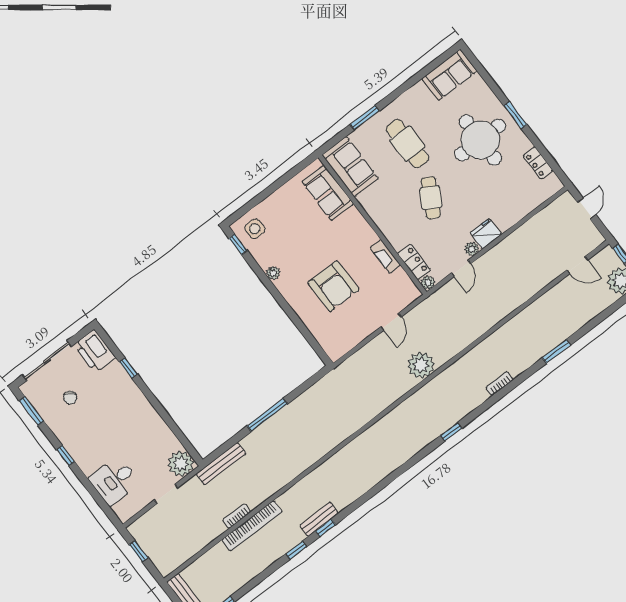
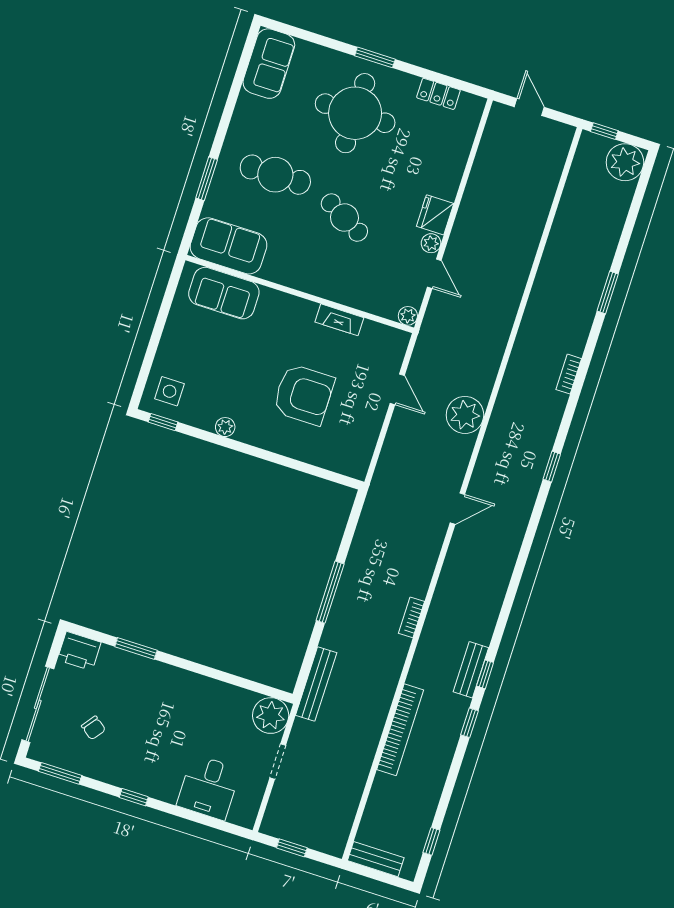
locker: (414, 262) -> (376, 303), removed
door: (577, 265) -> (457, 509), moved
printer: (95, 351) -> (79, 651), width x0.73, depth x0.84
window: (128, 368) -> (136, 648), width x1.50
bookcase: (237, 516) -> (412, 617), moved

